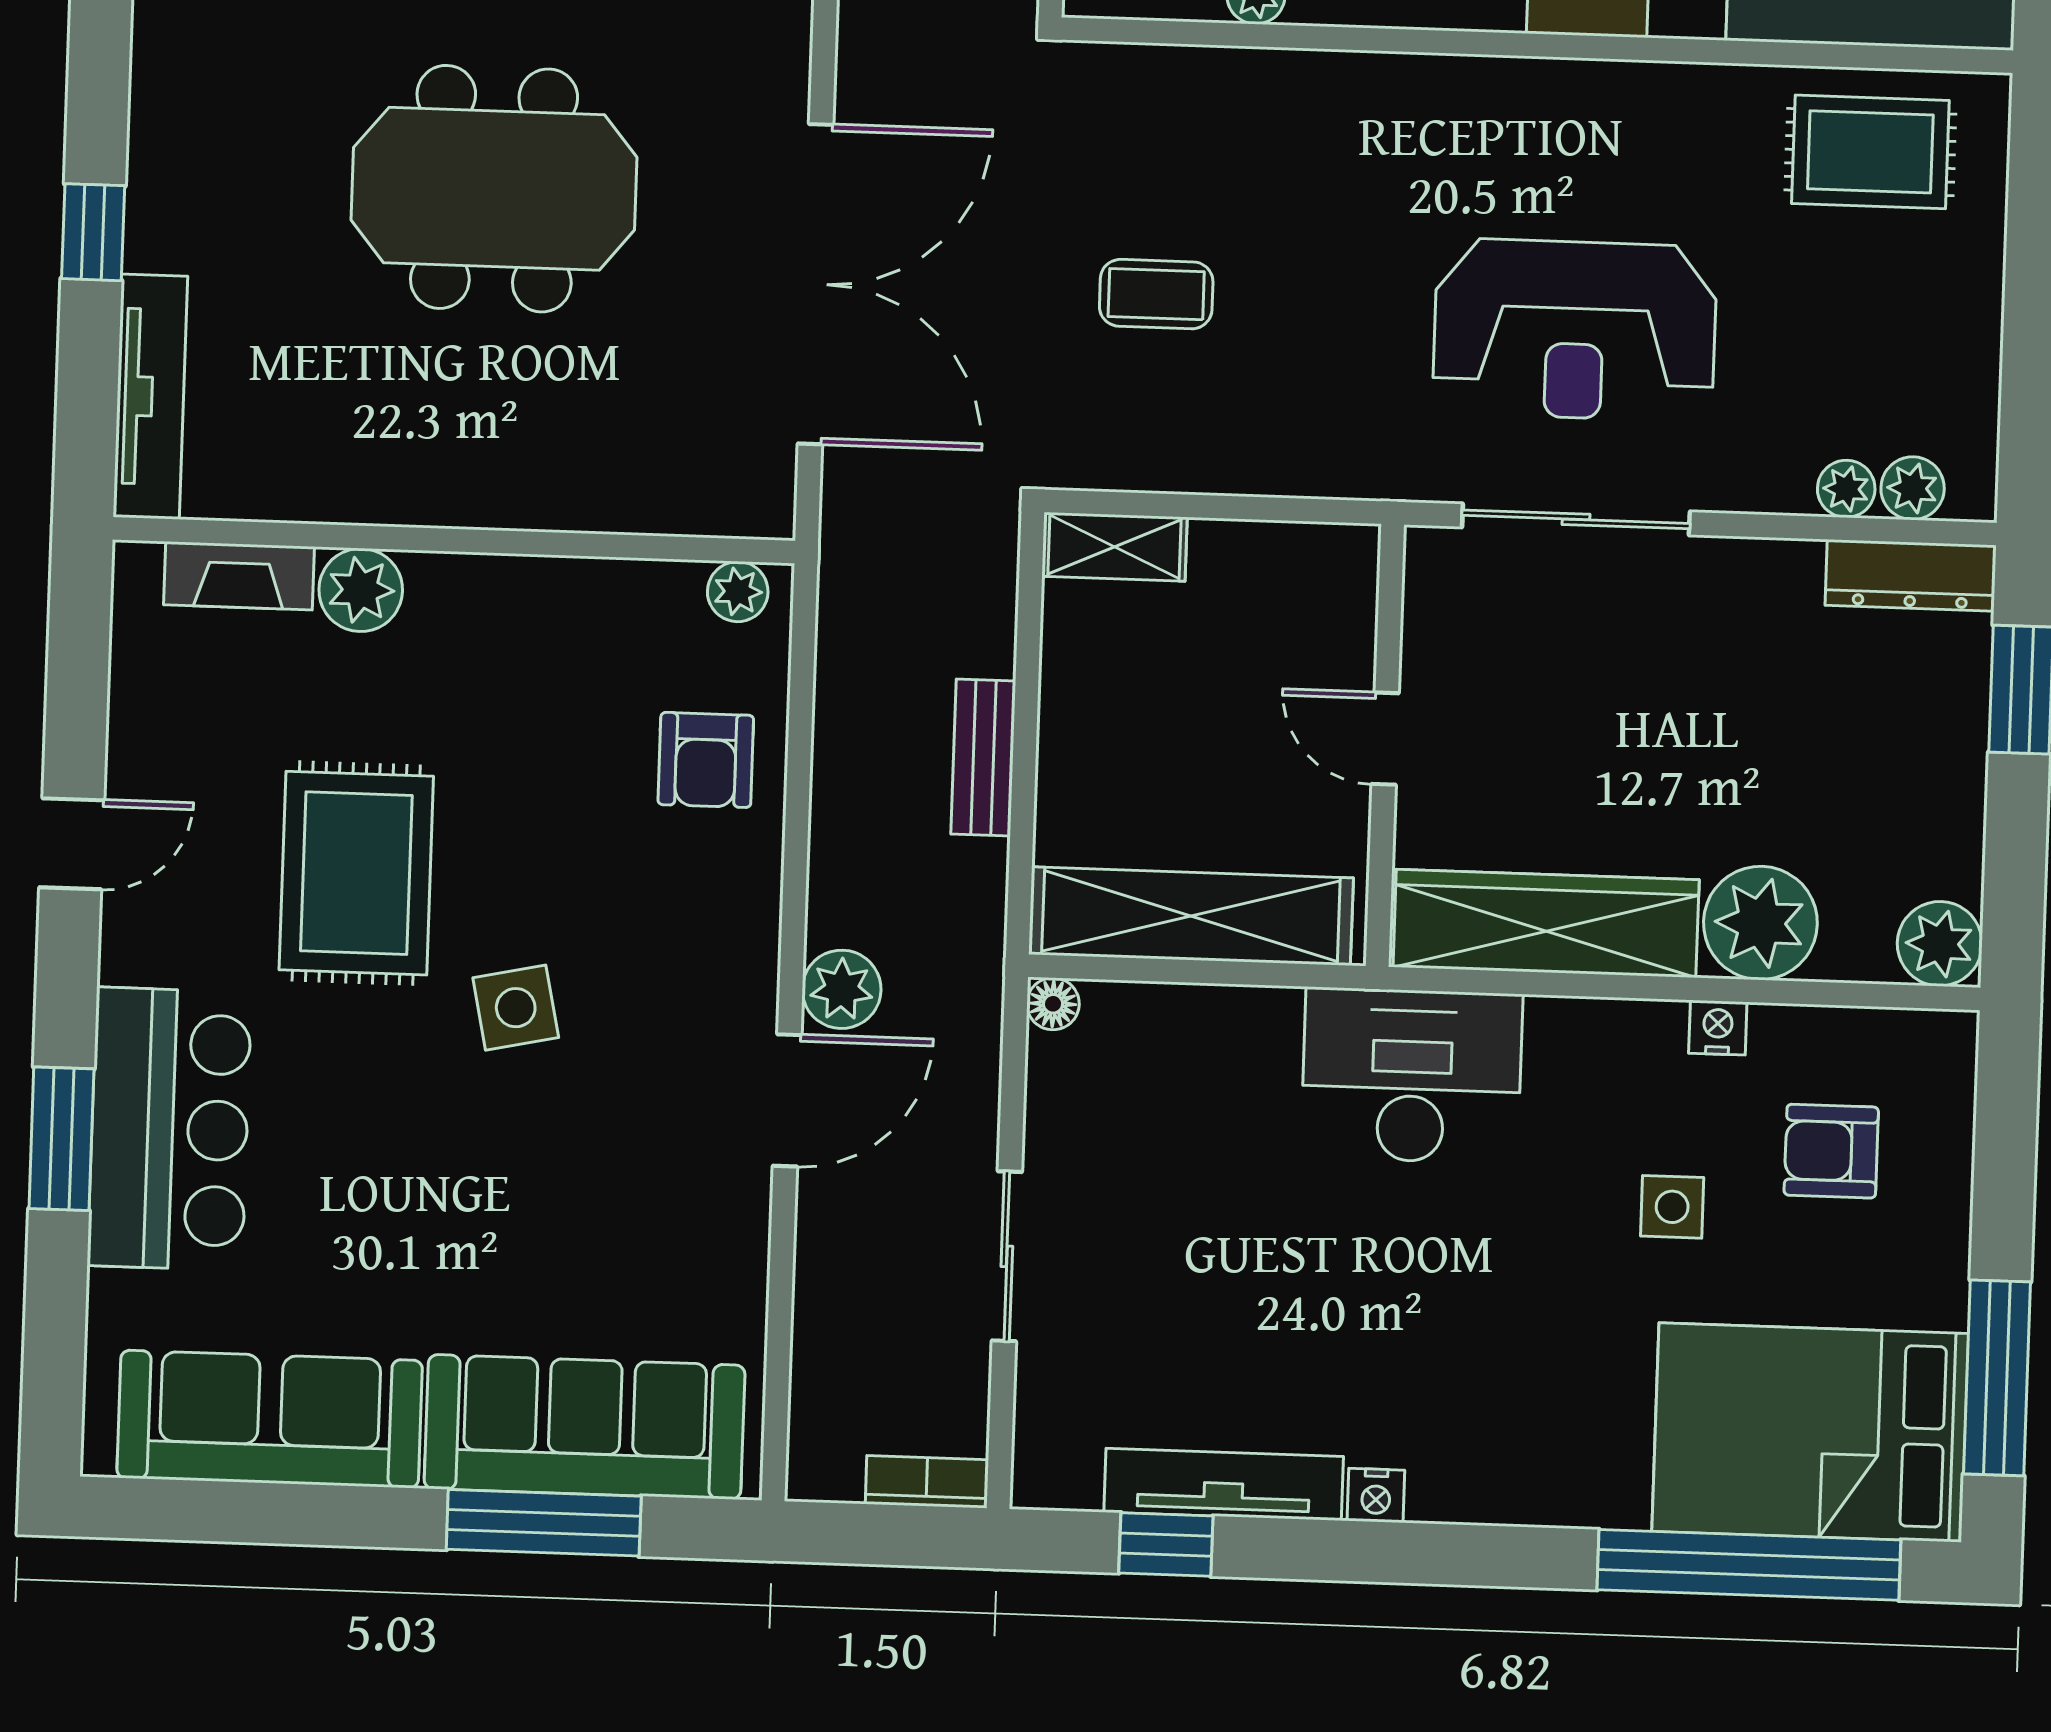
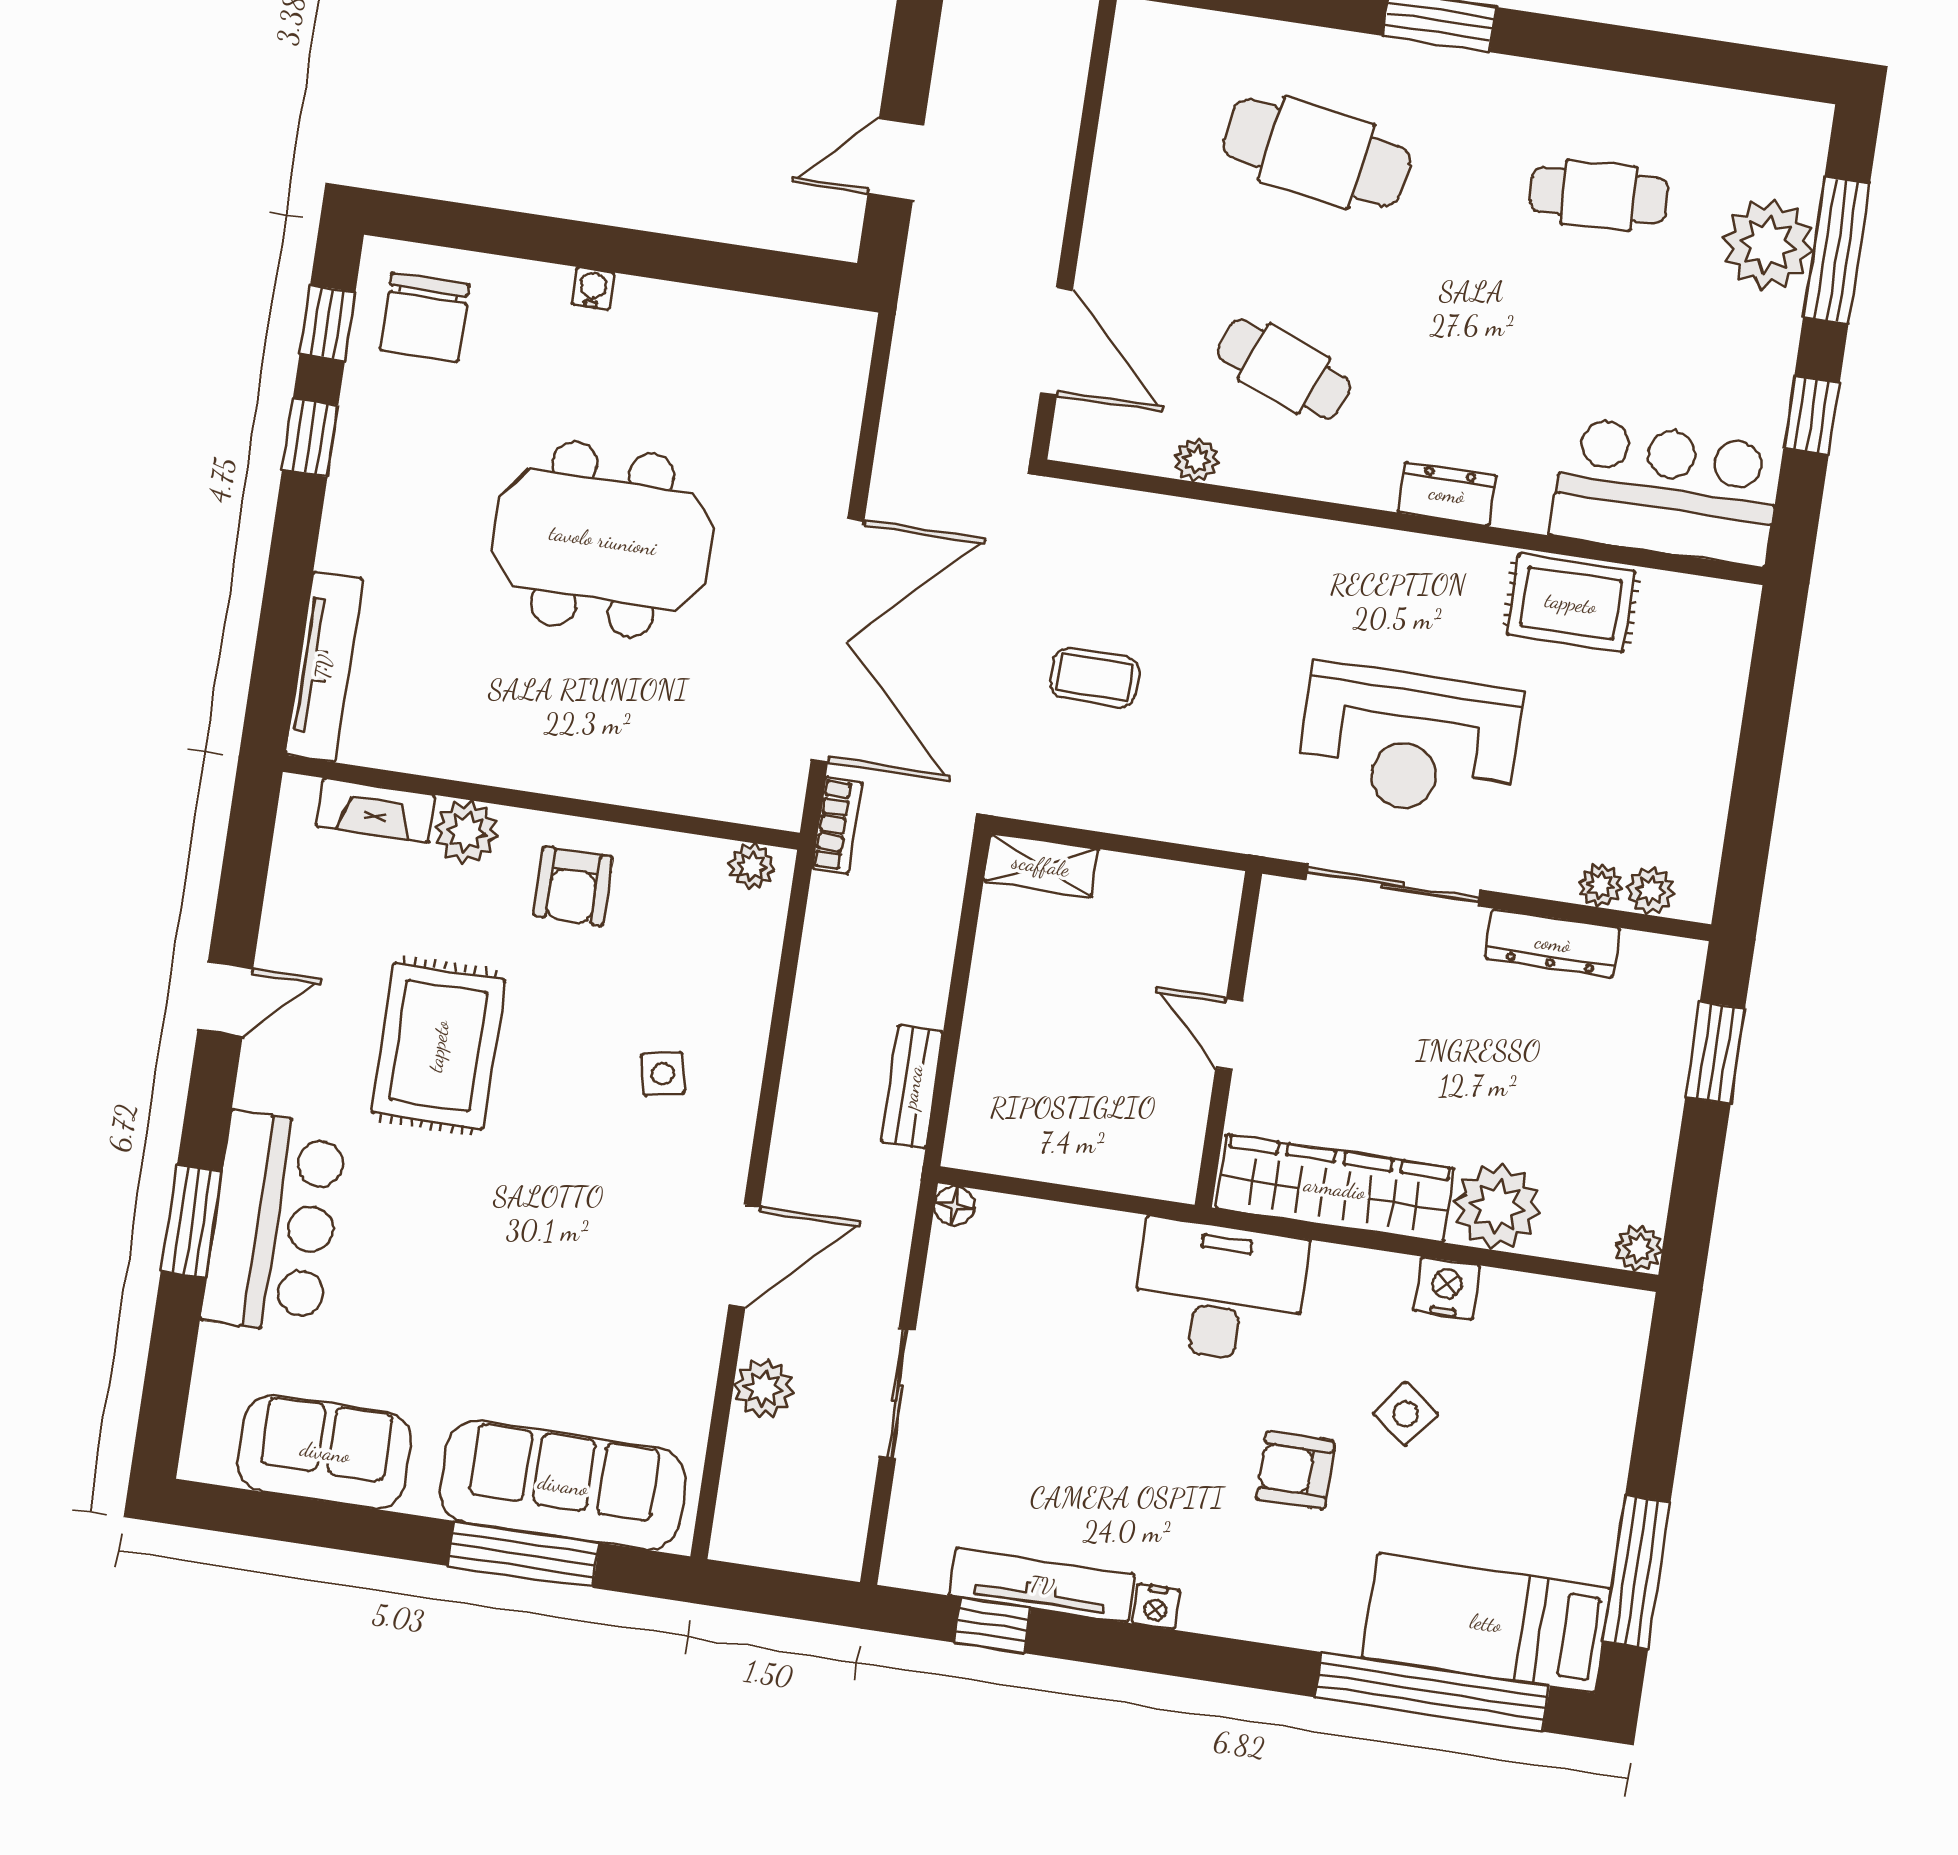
rug: (1870, 152) -> (1571, 603), moved
window: (93, 232) -> (310, 438), moved
dresser: (1911, 575) -> (1553, 943), moved
bench: (983, 758) -> (912, 1087), moved
armchair: (706, 760) -> (573, 886), moved
shelving: (1191, 916) -> (1067, 1152), removed
plant: (1940, 944) -> (1639, 1248), width x0.73, depth x0.73
plant: (842, 989) -> (763, 1388), moved
side table: (516, 1008) -> (663, 1074), moved, width x0.73, depth x0.73
nightstand: (1718, 1028) -> (1447, 1288), width x1.39, depth x1.35
armchair: (1831, 1151) -> (1296, 1470), moved
side table: (1672, 1207) -> (1406, 1414), turned 37
sofa: (270, 1419) -> (325, 1452), width x0.73
bed: (1810, 1432) -> (1486, 1623), width x0.67
bookcase: (927, 1482) -> (837, 825), moved, turned 90

